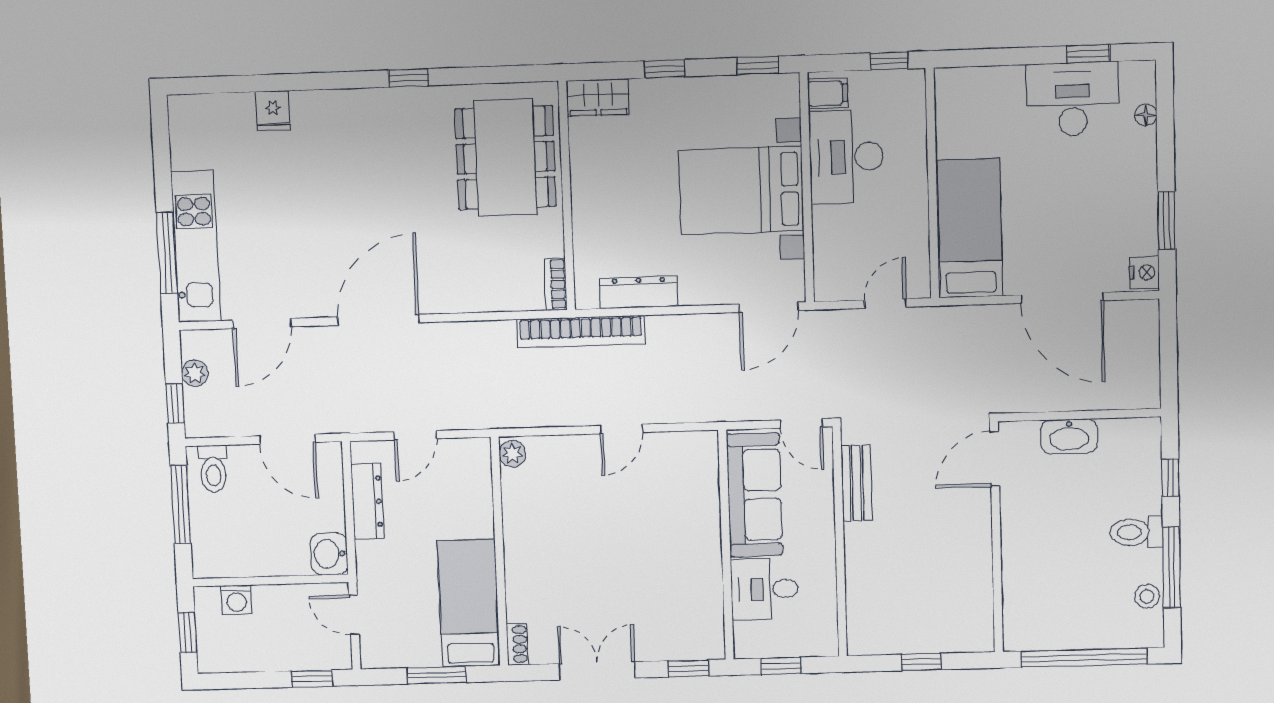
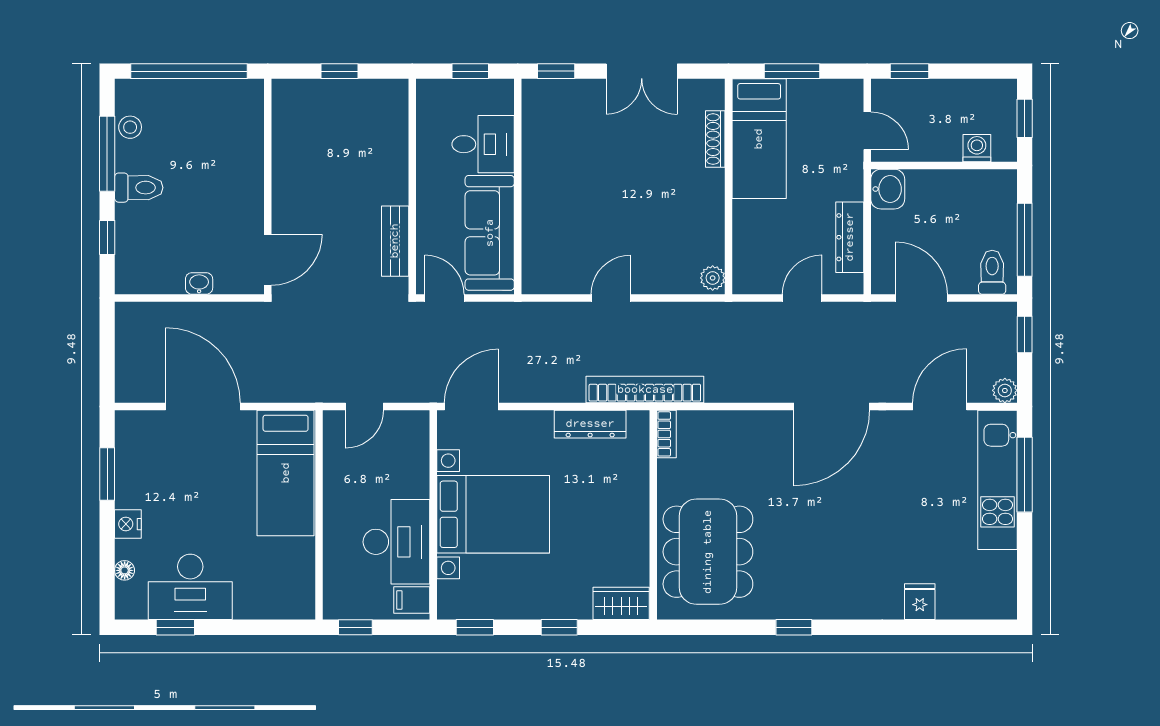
nightstand: (1144, 272) -> (128, 524), moved
plant: (195, 373) -> (1005, 390), moved
washbasin: (1069, 436) -> (199, 283), width x0.52, depth x0.69
shoe rack: (517, 644) -> (715, 139), moved, width x1.43

